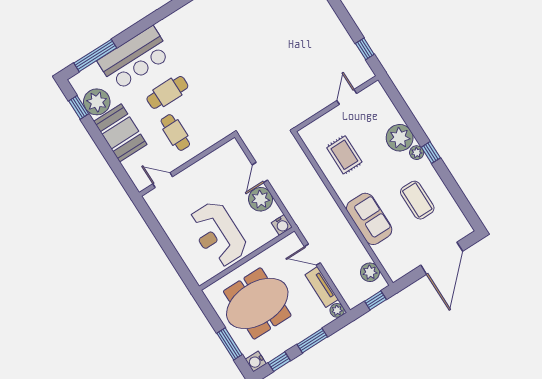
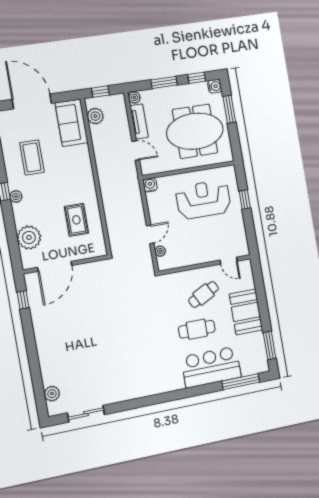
door: (347, 97) -> (55, 266), width x1.88
plant: (97, 102) -> (254, 344), removed
window: (79, 107) -> (270, 345), width x1.50
cafe table: (175, 133) -> (204, 294), turned 63
plant: (400, 138) -> (29, 237), moved
plant: (261, 199) -> (160, 251), moved, width x0.53, depth x0.53
sofa: (369, 219) -> (72, 123), moved
reception desk: (218, 234) -> (203, 200), turned -90
window: (172, 254) -> (245, 199), added
door: (442, 258) -> (32, 101), hinge flipped

